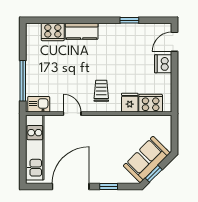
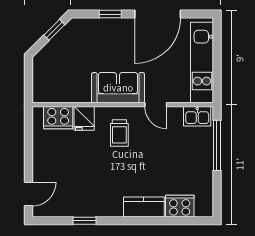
dishwasher: (163, 64) -> (43, 167), removed
sofa: (147, 159) -> (118, 88), moved, turned -135

